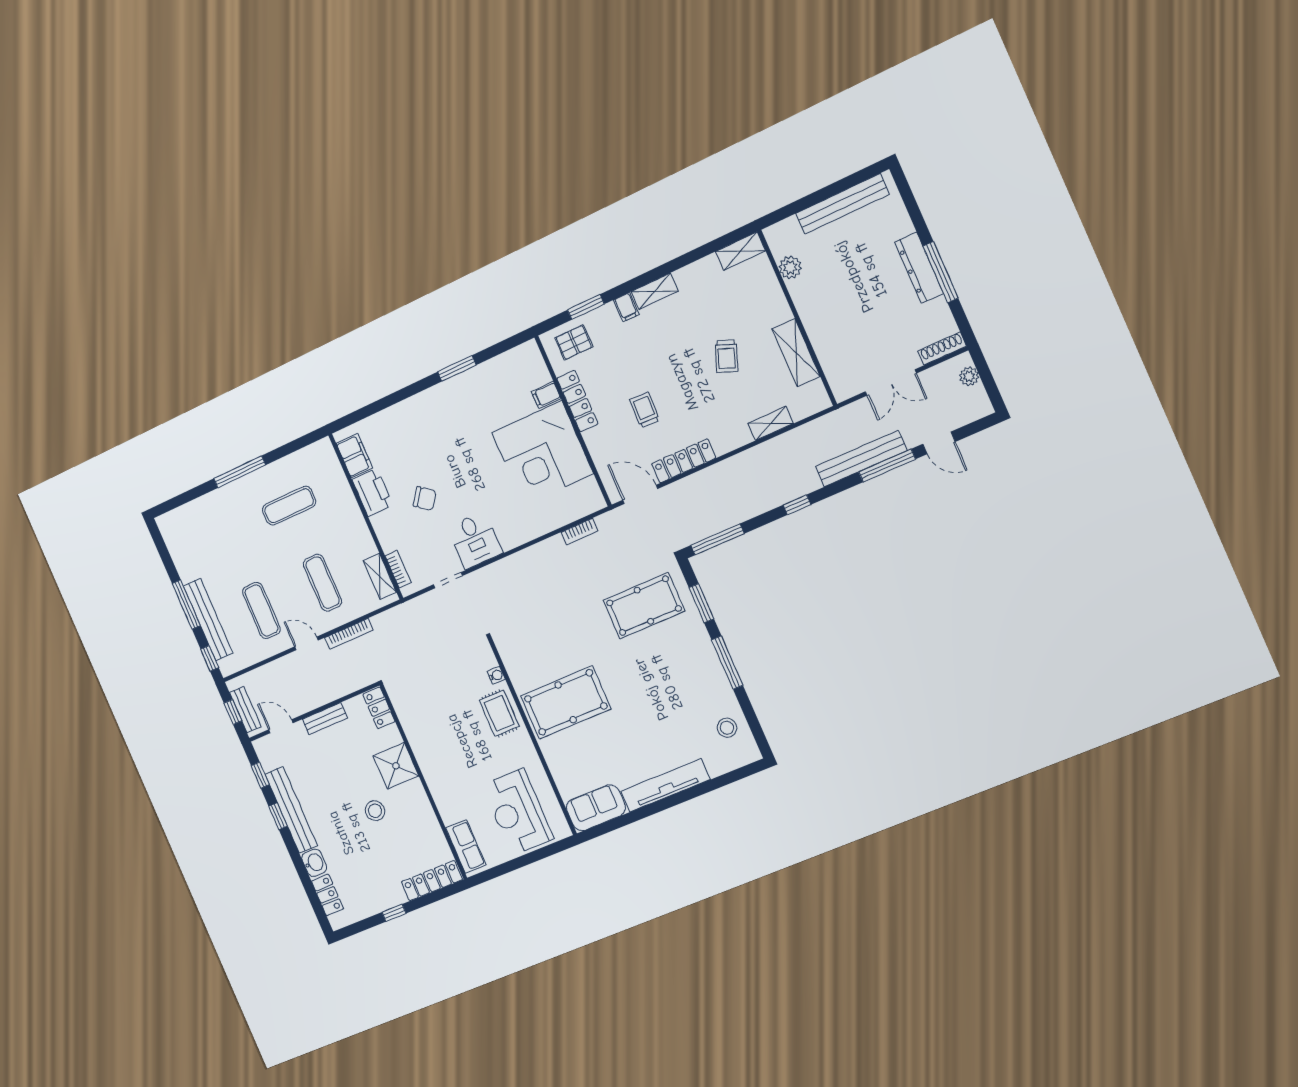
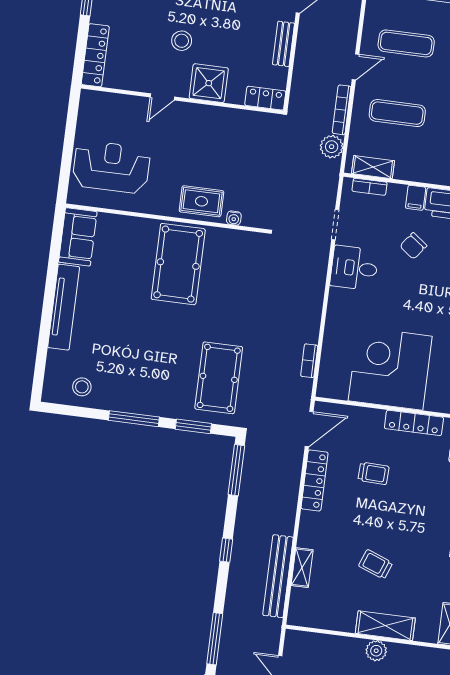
plant: (790, 267) -> (376, 651), moved
shelving: (796, 353) -> (385, 626), moved
filing cabinet: (546, 395) -> (416, 198), moved, turned 180
bench: (861, 459) -> (278, 576), moved
plant: (384, 624) -> (332, 147), added
door: (432, 800) -> (162, 97), added
row of seats: (466, 847) -> (107, 104), removed

